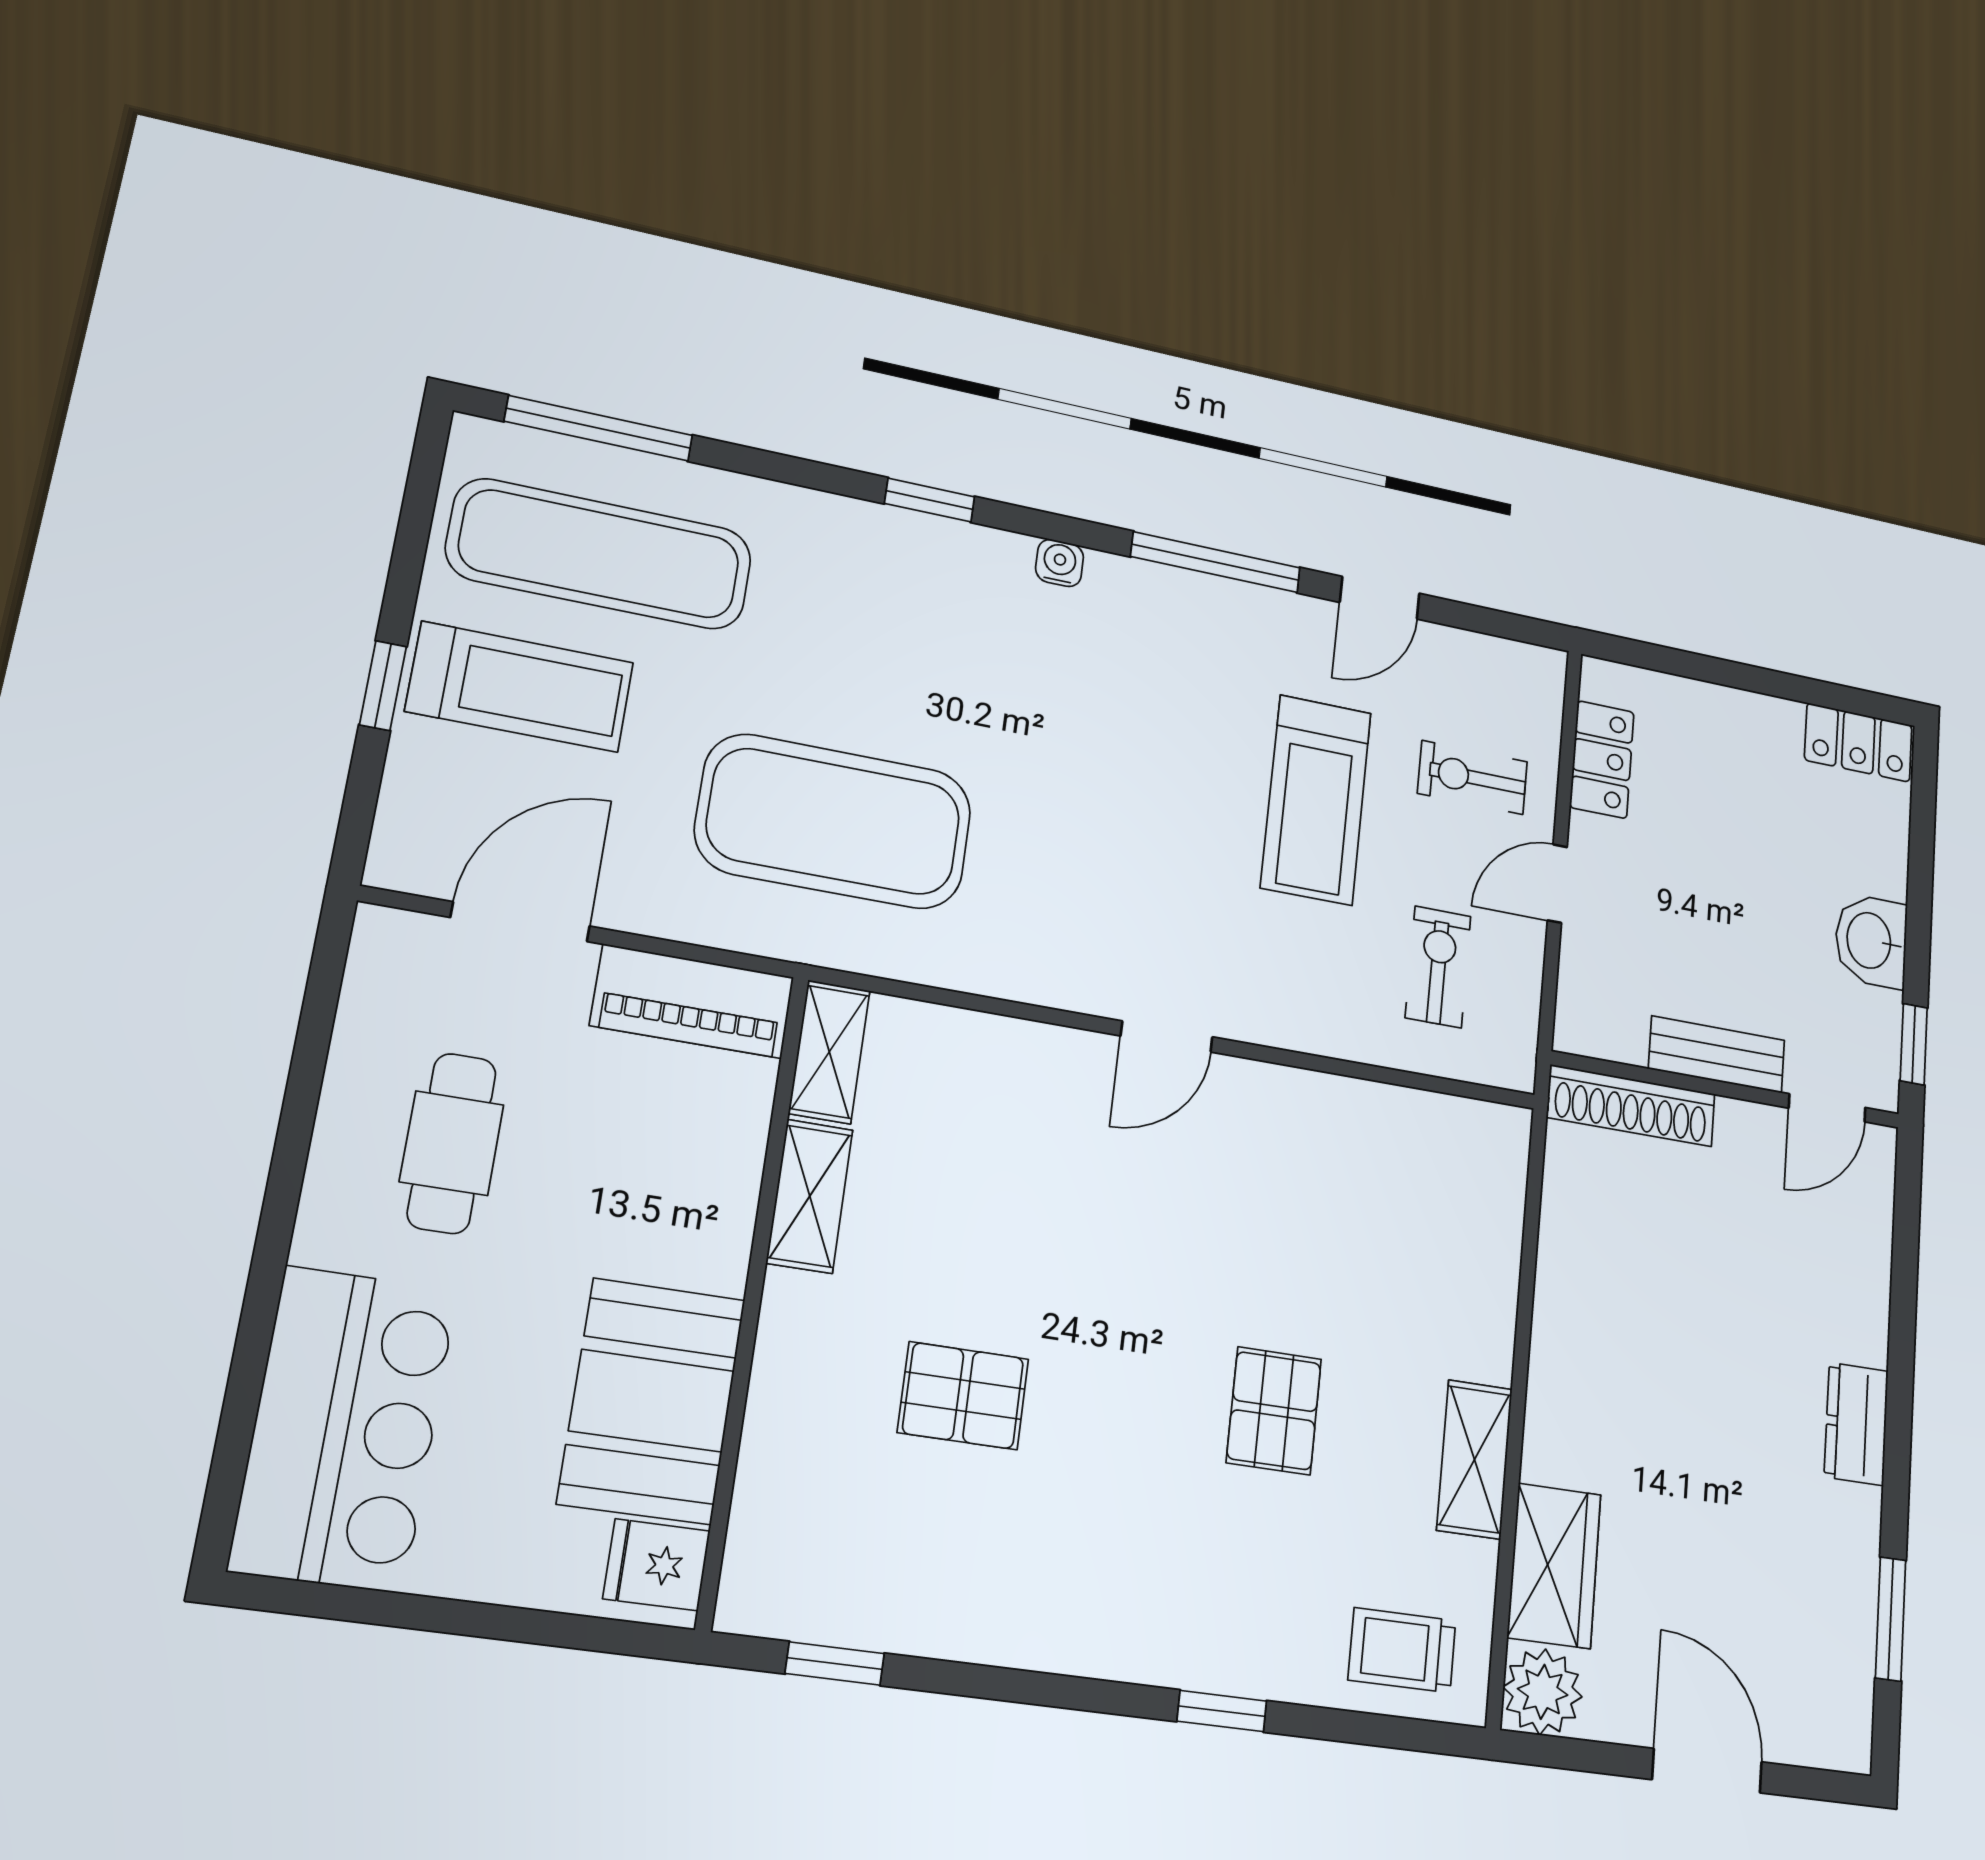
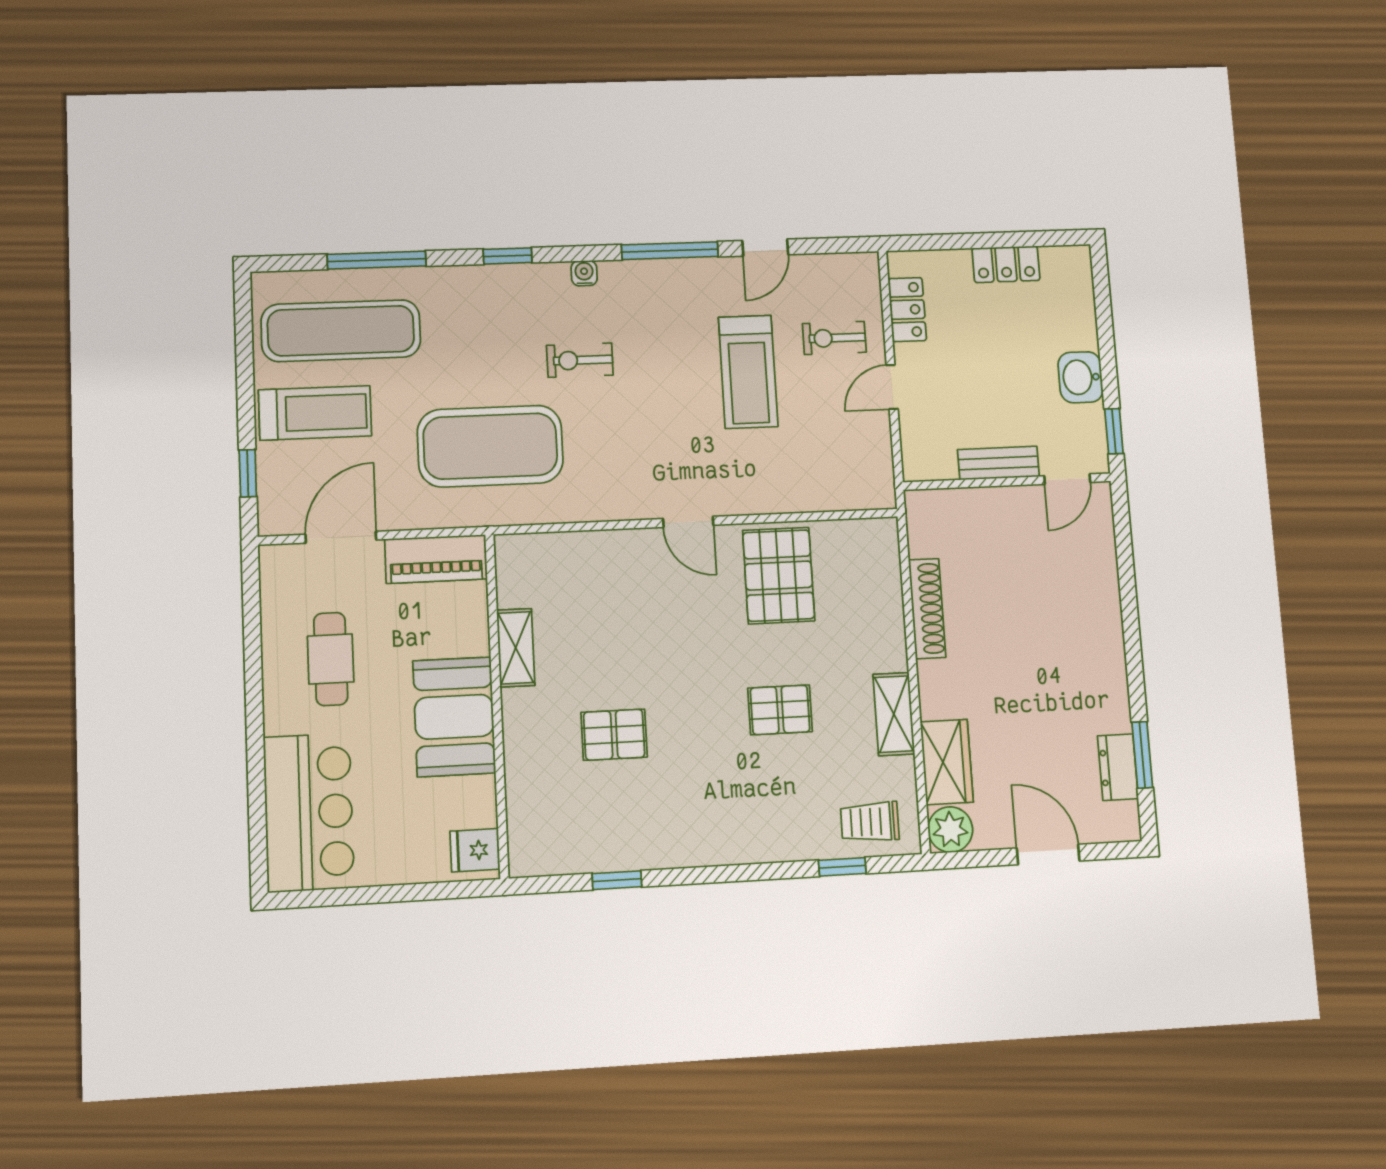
window: (599, 428) -> (377, 260), moved
window: (383, 686) -> (248, 473), moved
locker: (1858, 742) -> (1006, 264), moved
exercise bike: (1438, 967) -> (580, 360), moved, turned -90
door: (1167, 1036) -> (688, 522), hinge flipped
shelving: (829, 1052) -> (511, 570), removed
shoe rack: (1631, 1106) -> (927, 609), moved, turned -90
pallet: (1311, 1167) -> (779, 576), added
booth: (652, 1401) -> (454, 717), moved
pallet: (1274, 1411) -> (780, 710), turned 90
dresser: (1856, 1424) -> (1118, 767), moved
window: (835, 1664) -> (617, 880), moved
window: (1222, 1711) -> (842, 867), moved

